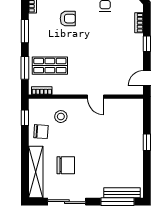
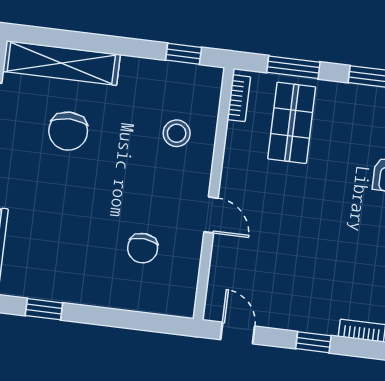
door: (96, 97) -> (211, 215), swing flipped
chair: (41, 132) -> (143, 248), moved
window: (147, 142) -> (44, 309), moved

